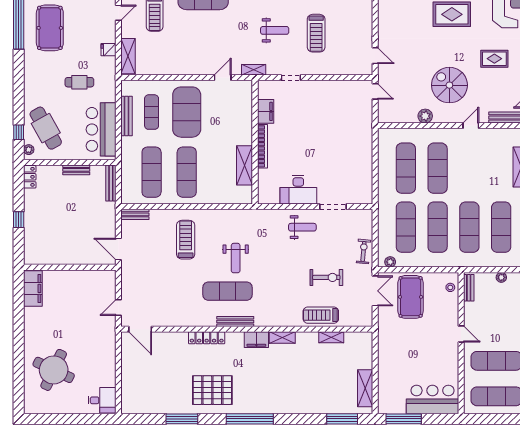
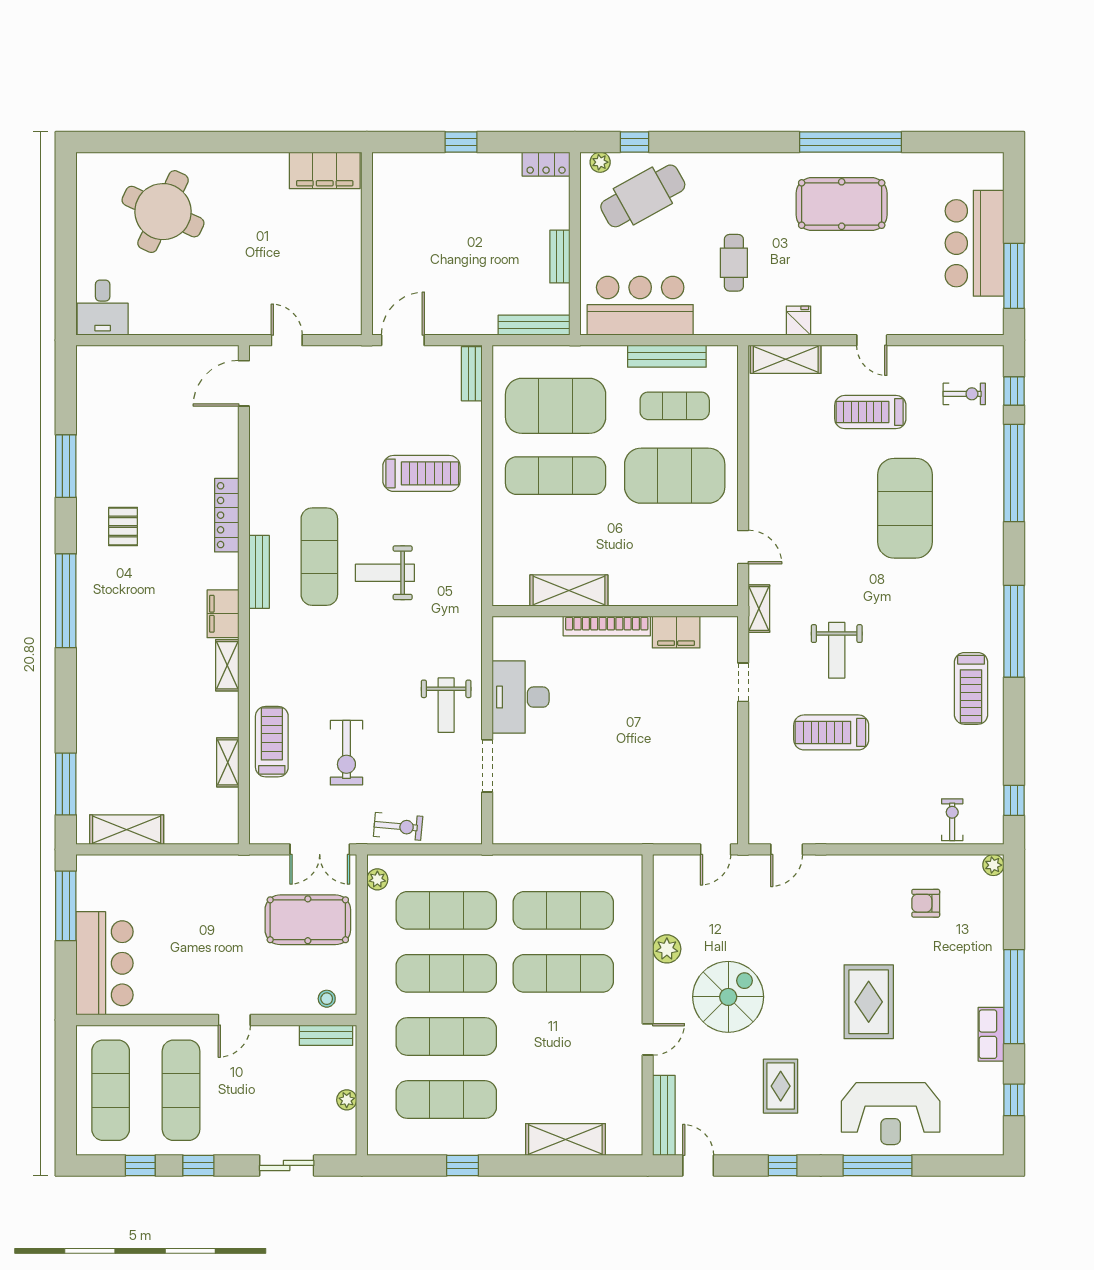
door: (471, 126) -> (648, 1039), hinge flipped
exercise mat: (152, 172) -> (556, 406), width x1.47
pallet: (212, 390) -> (123, 526), width x0.49, depth x0.50

